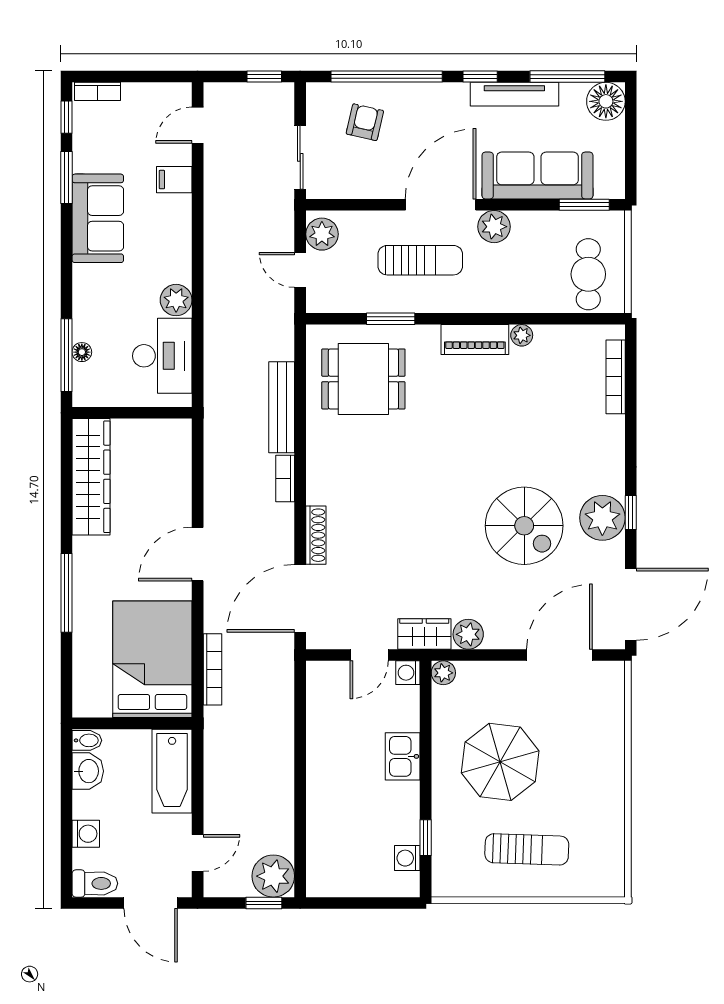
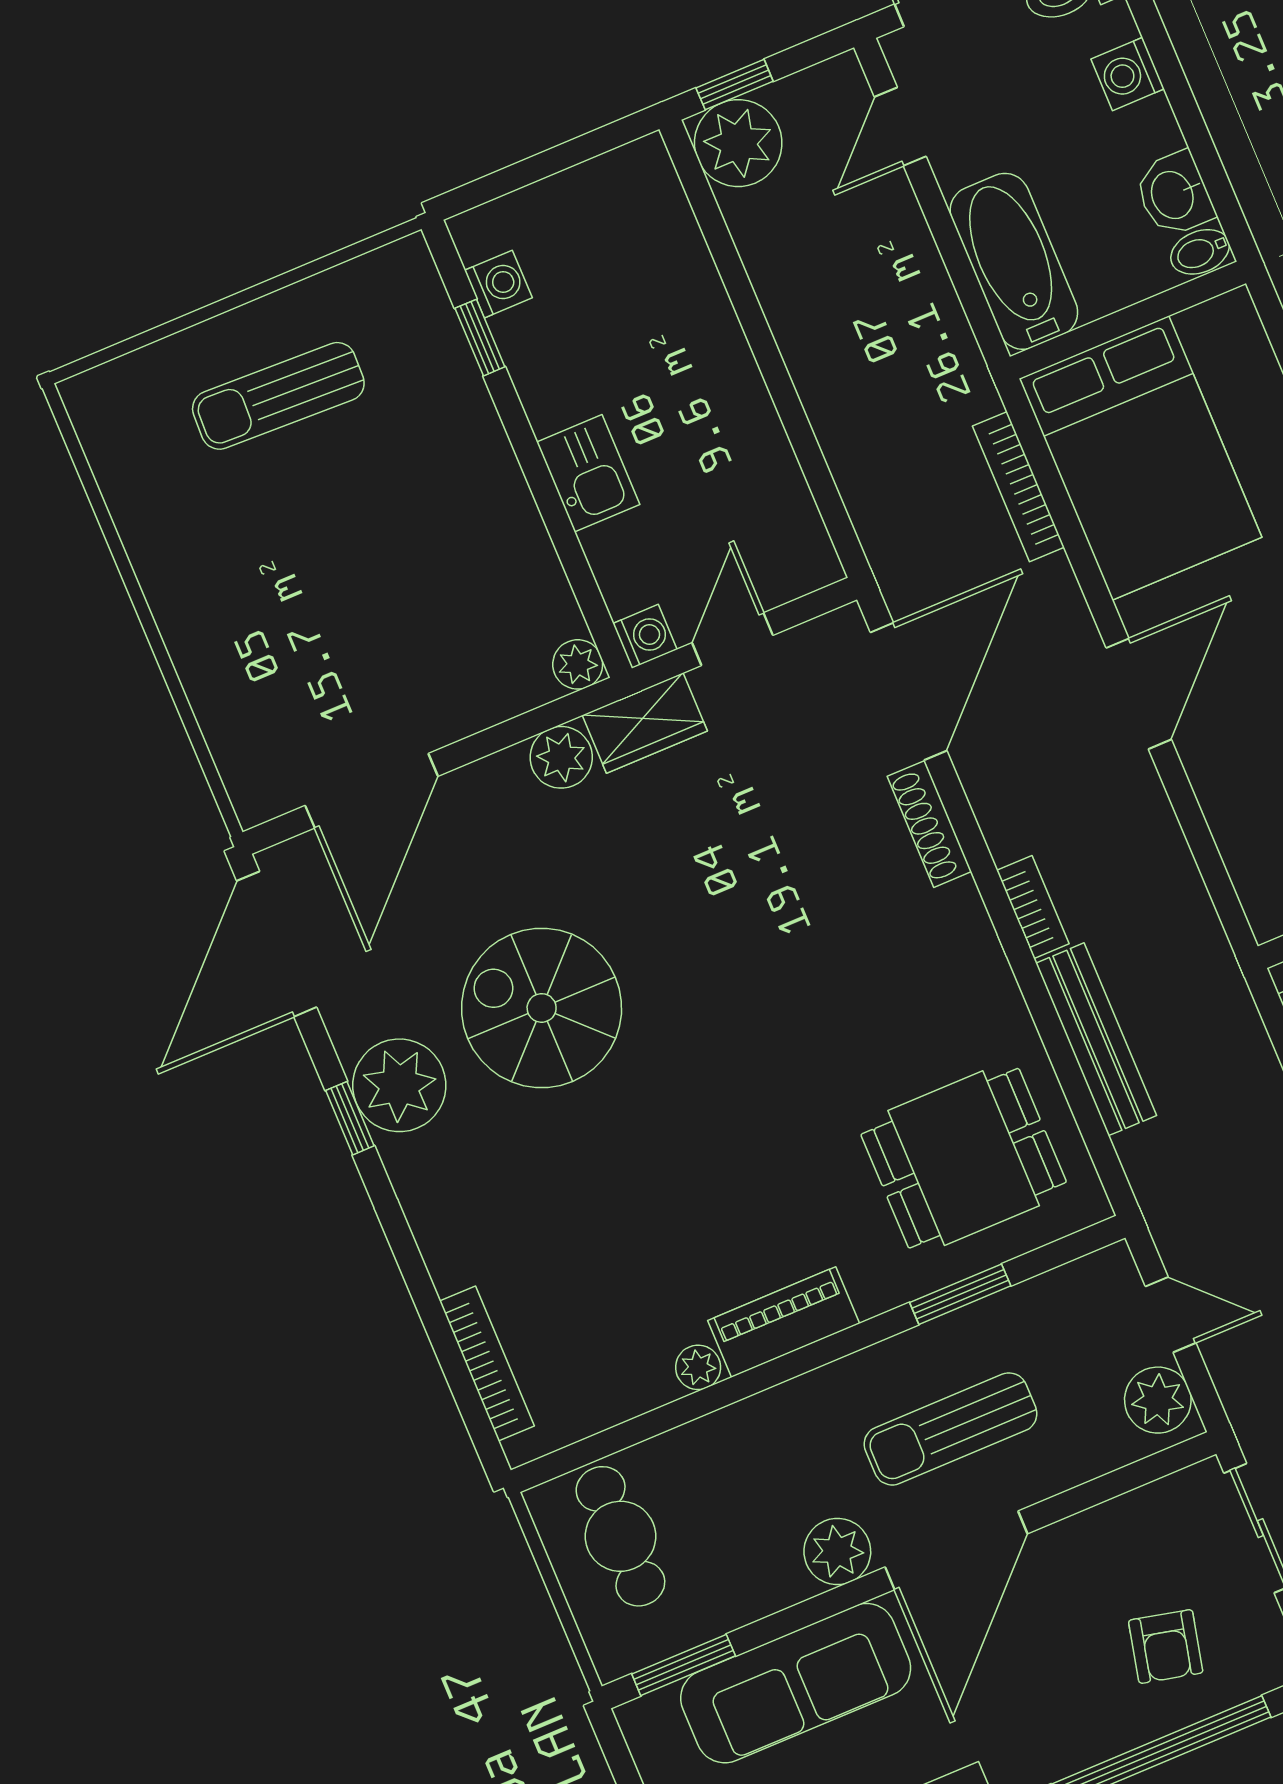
parasol: (500, 762) -> (399, 541), removed

